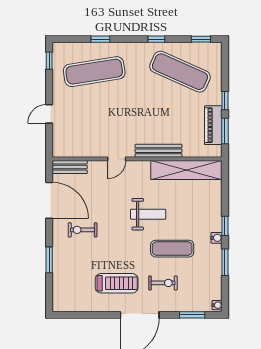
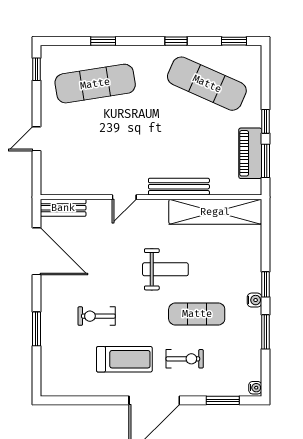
exercise bike: (83, 230) -> (97, 316), moved

